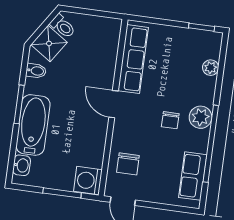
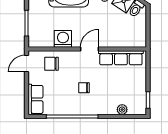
plant: (201, 117) -> (89, 107), removed
row of seats: (193, 176) -> (35, 99), moved, turned 90
washing machine: (88, 181) -> (63, 39), moved

